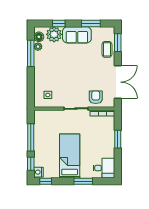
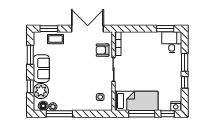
window: (118, 139) -> (165, 29), moved
bed: (70, 156) -> (136, 101), moved, turned 180
window: (46, 181) -> (185, 82), moved

